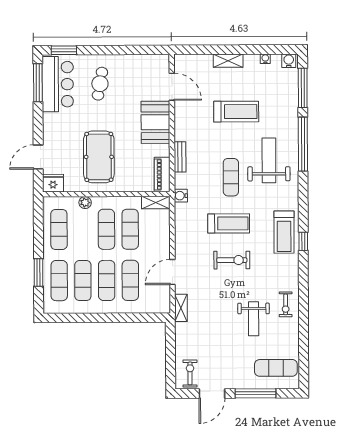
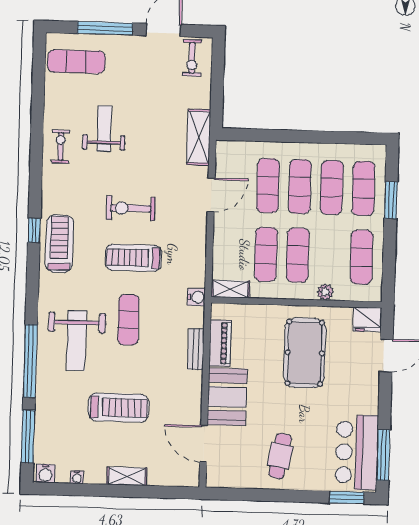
cafe table: (100, 84) -> (280, 456), moved
treadmill: (236, 112) -> (118, 408), turned 180
piano: (162, 174) -> (220, 343), moved
shelving: (181, 308) -> (199, 137), width x1.50, depth x1.33

